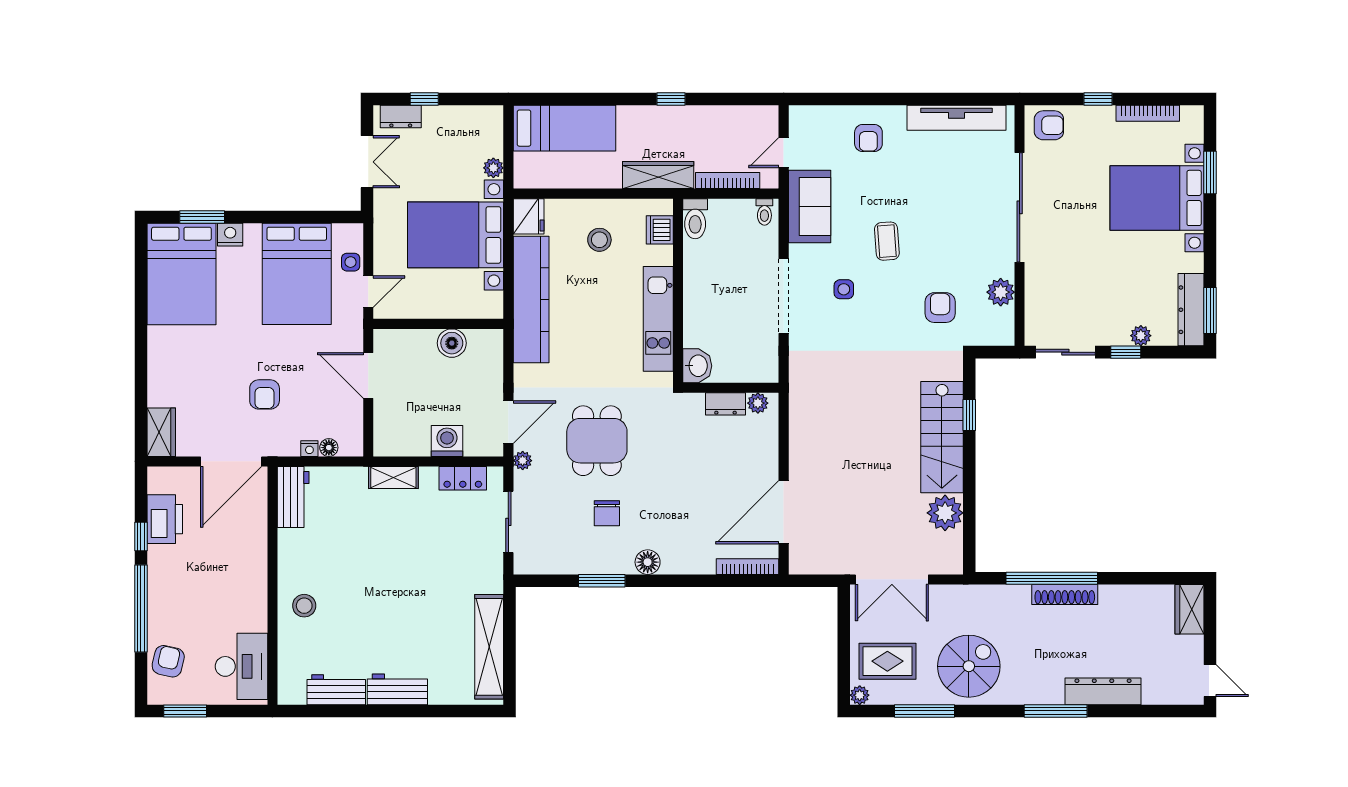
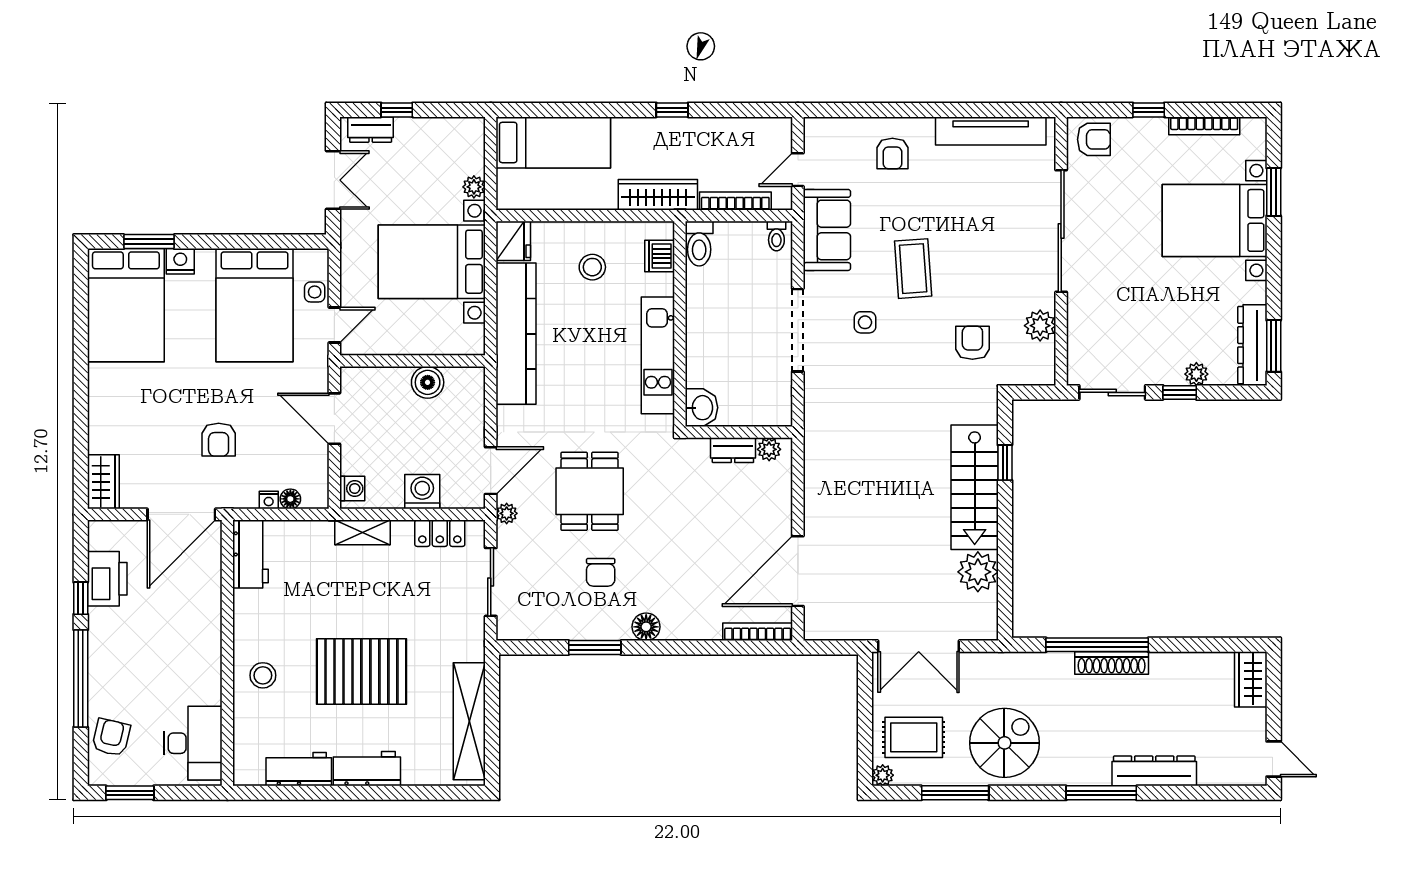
coffee table: (887, 241) -> (913, 269), width x1.36, depth x1.30
washing machine: (384, 438) -> (352, 488), added
pallet: (393, 602) -> (361, 671), added

